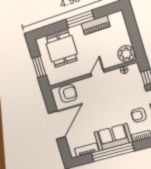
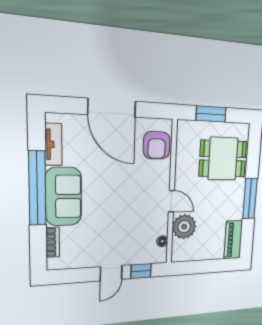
piano: (96, 25) -> (233, 240), moved
plant: (126, 54) -> (184, 227), moved
armchair: (139, 115) -> (88, 246), removed

